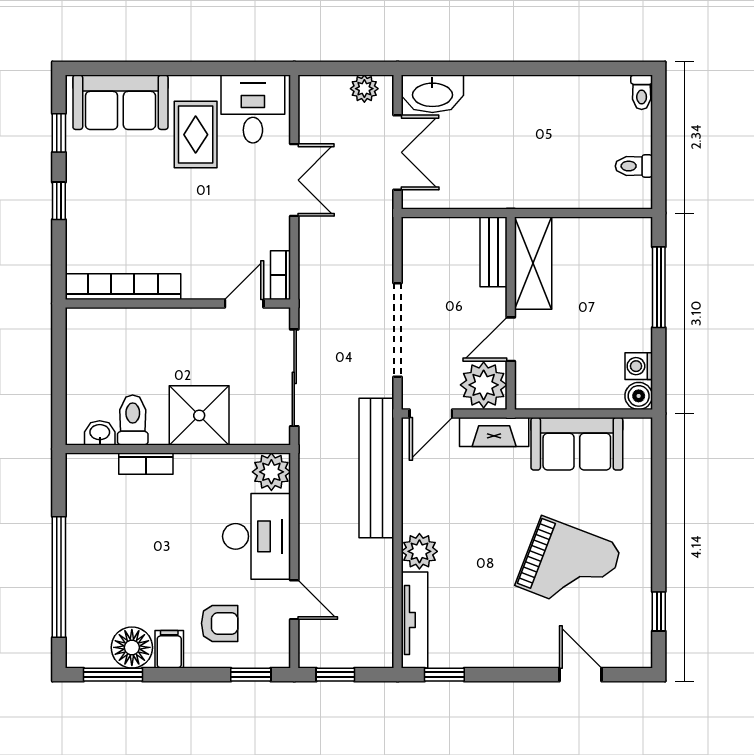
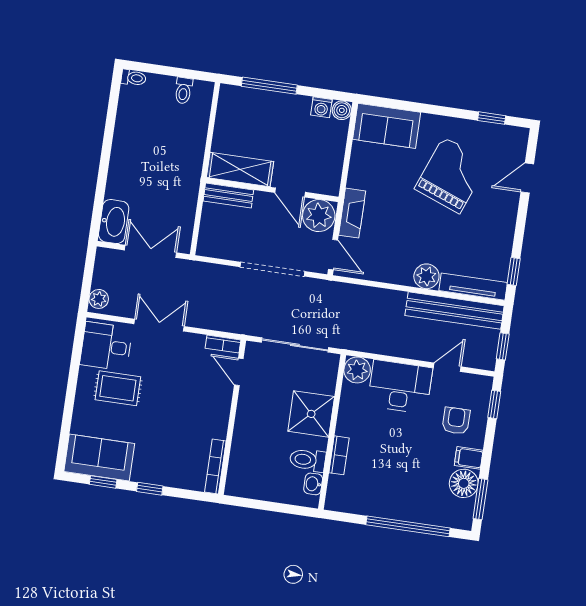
plant: (364, 89) -> (99, 299), moved
sofa: (120, 102) -> (99, 458), moved, turned -90
bookcase: (123, 287) -> (215, 466), width x0.68, depth x0.76
sofa: (577, 444) -> (387, 126), moved, turned 90
bench: (376, 468) -> (454, 311), moved

